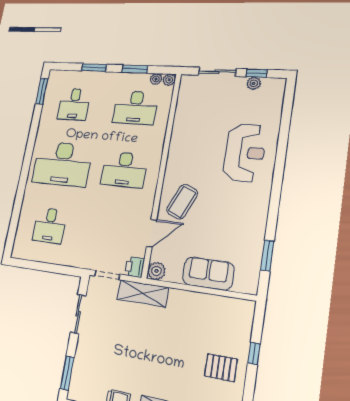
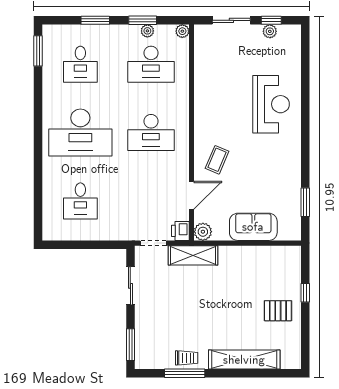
plant: (156, 79) -> (147, 31), moved
coffee table: (182, 202) -> (217, 160), width x0.73, depth x0.77

